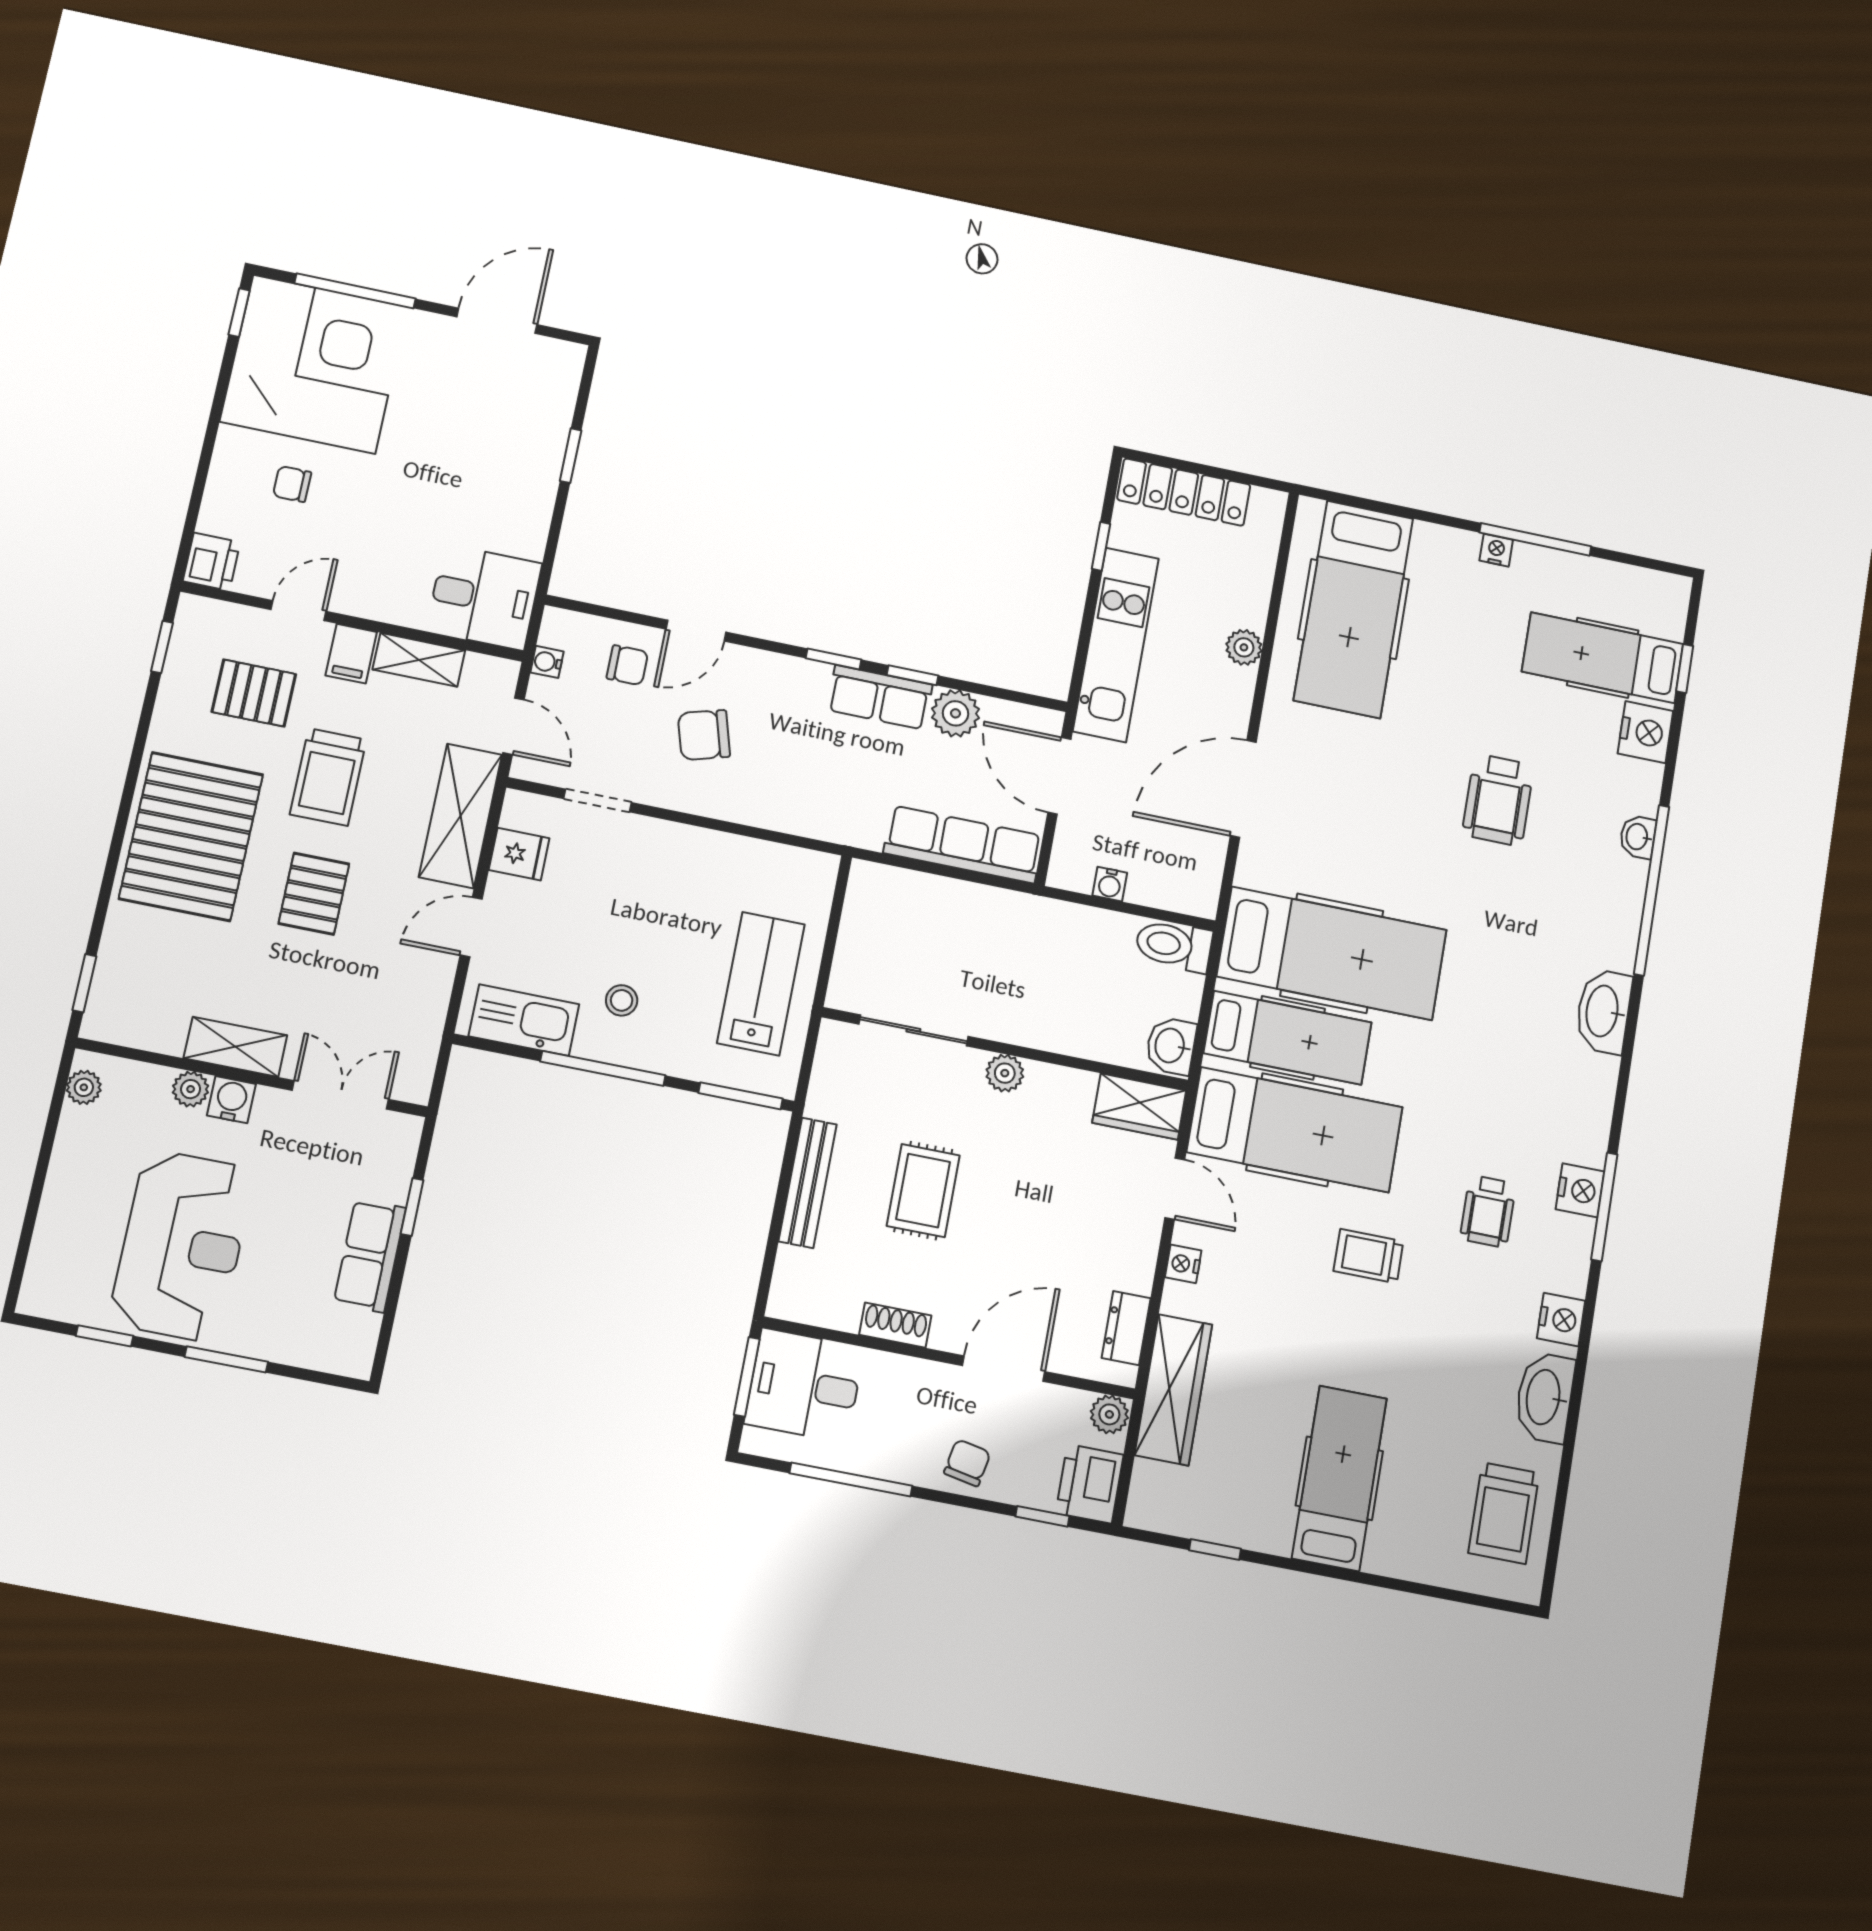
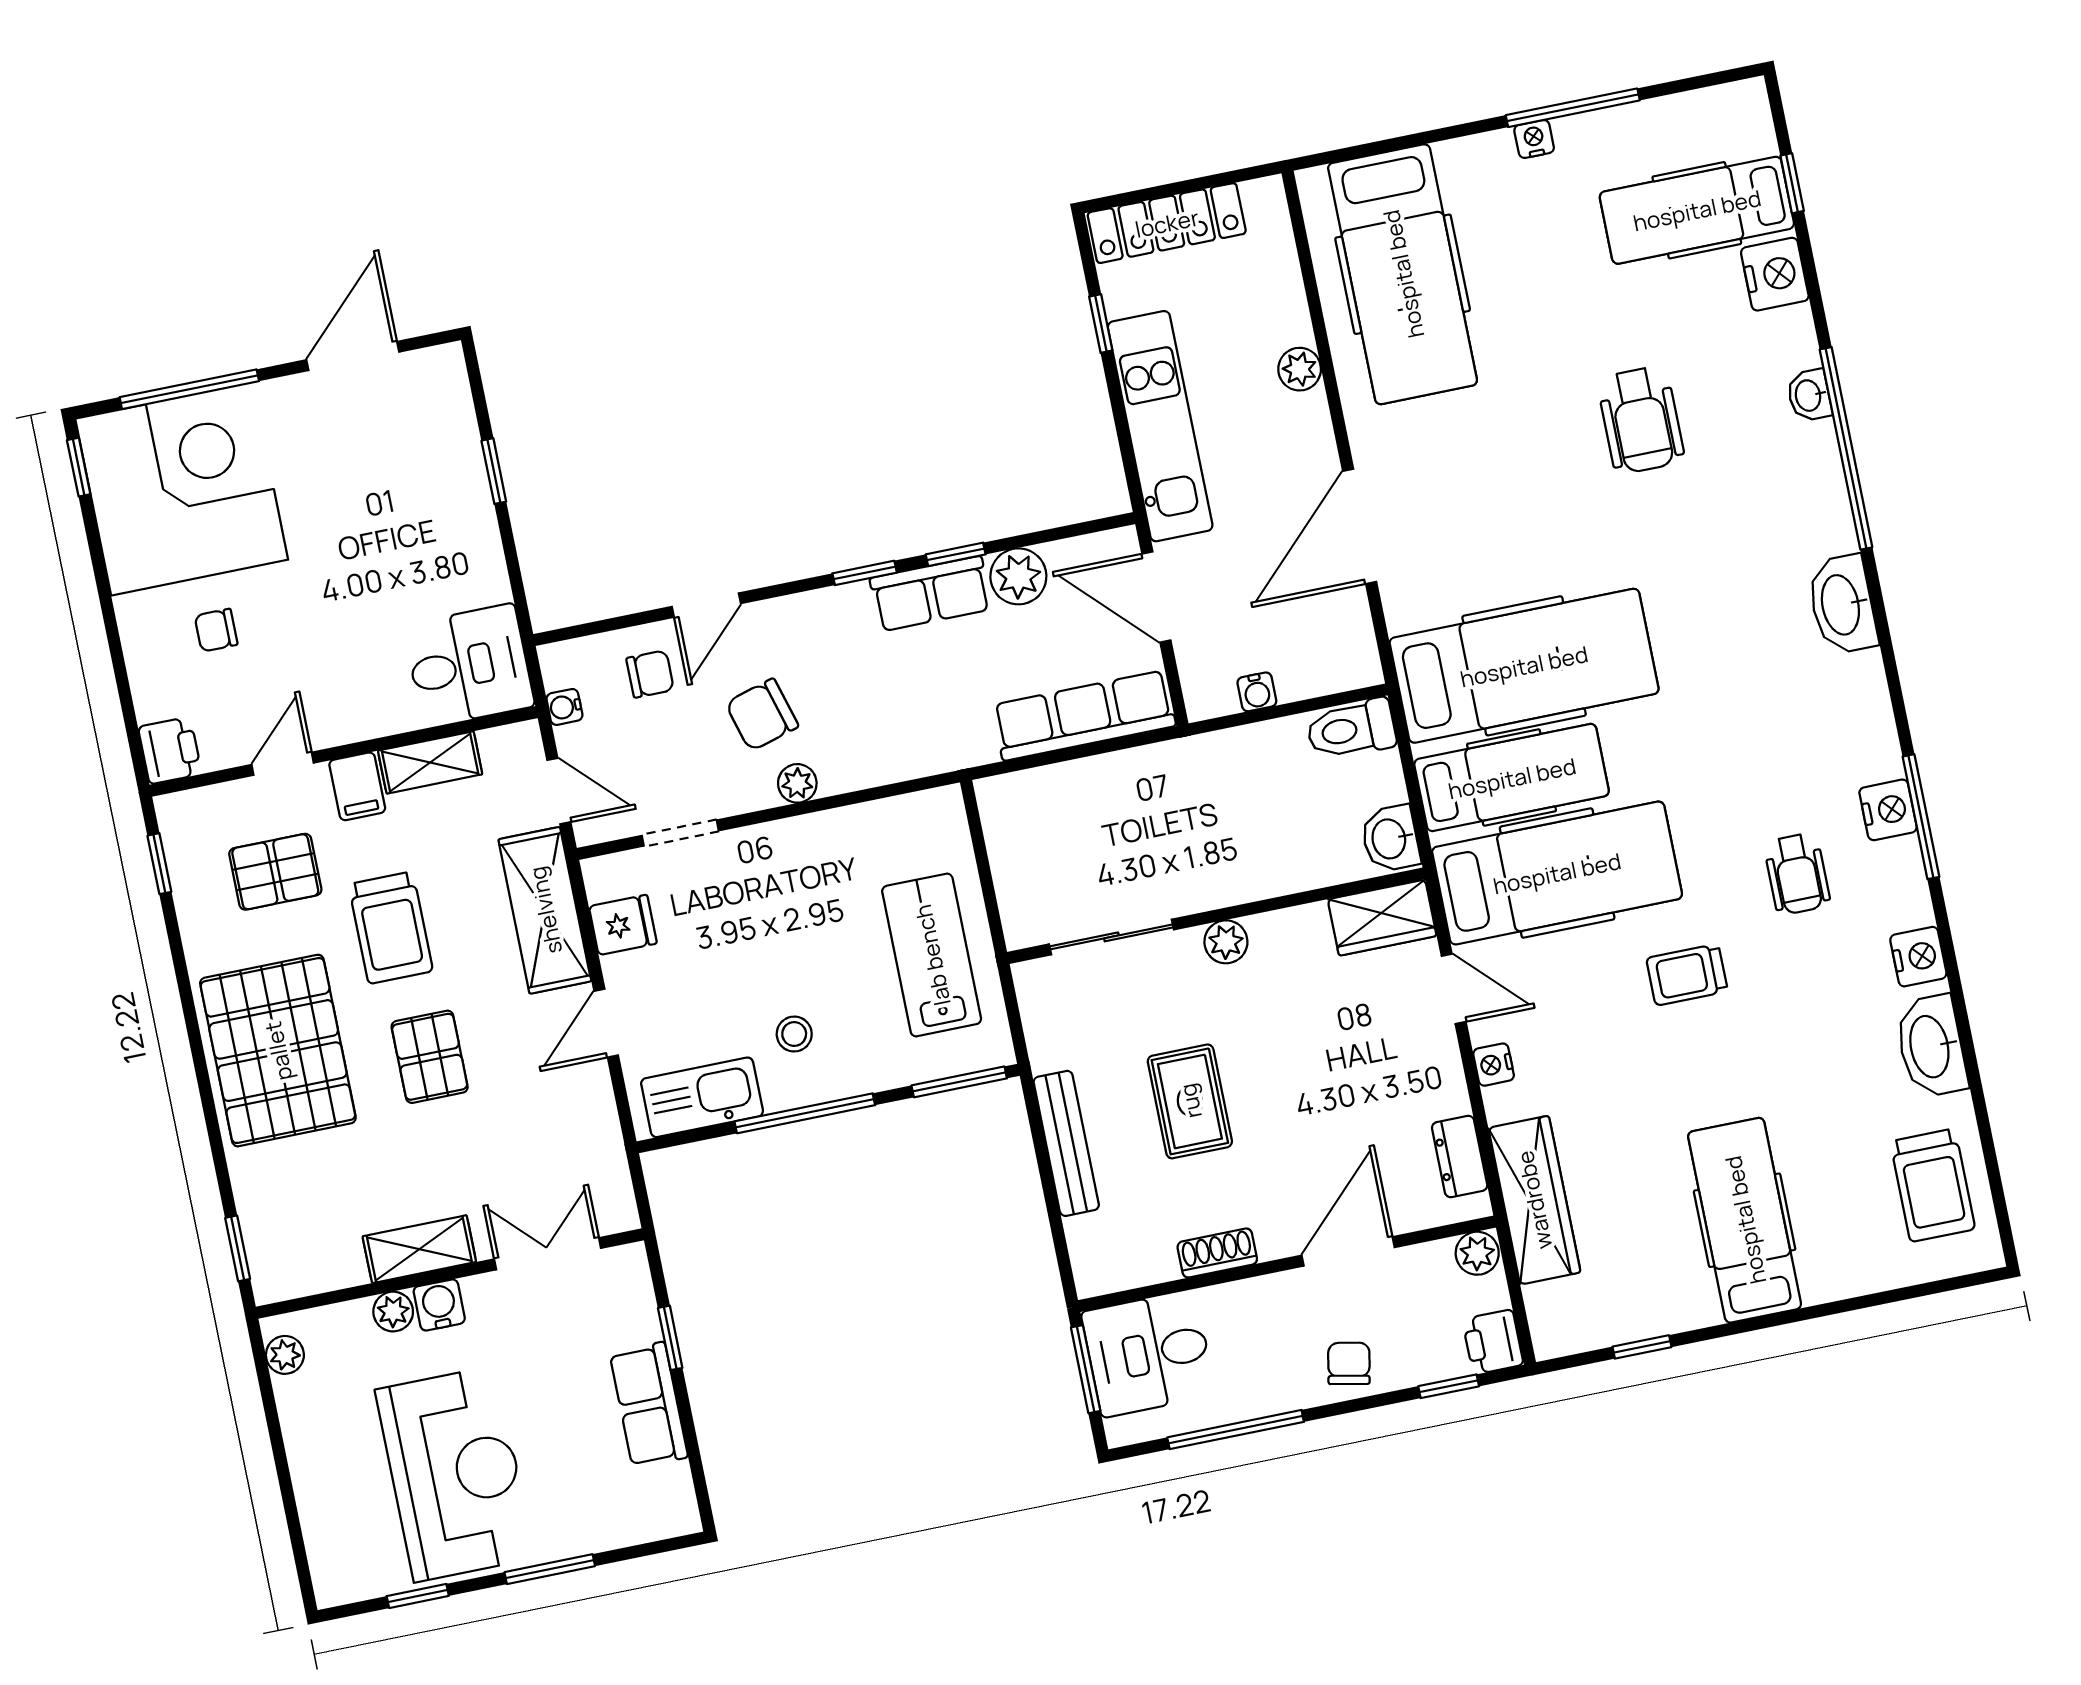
plant: (709, 801) -> (797, 783), added
printer: (1090, 1484) -> (1493, 1342), width x0.73, depth x0.81

